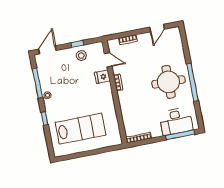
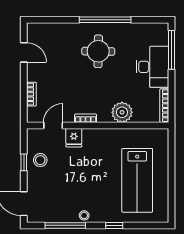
round table: (168, 82) -> (98, 51), width x0.73, depth x0.73
plant: (128, 108) -> (122, 112), added
desk: (176, 121) -> (152, 67), moved
lab bench: (81, 129) -> (137, 180), turned 180

